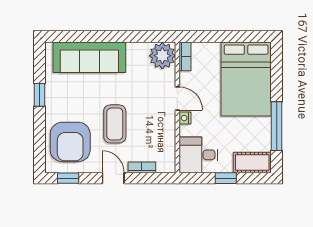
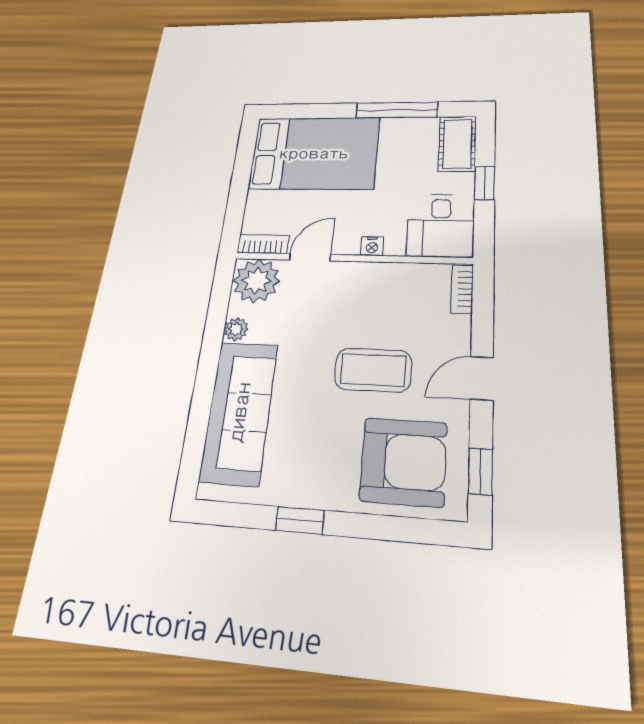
plant: (134, 49) -> (236, 329), added
door: (177, 99) -> (310, 257), moved
bookcase: (142, 167) -> (462, 289), moved

